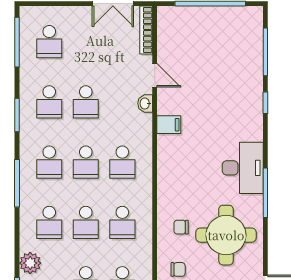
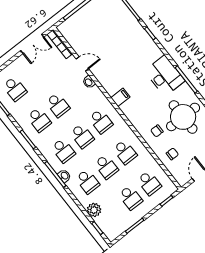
filing cabinet: (169, 125) -> (120, 97), moved
washbasin: (27, 194) -> (64, 176), added

